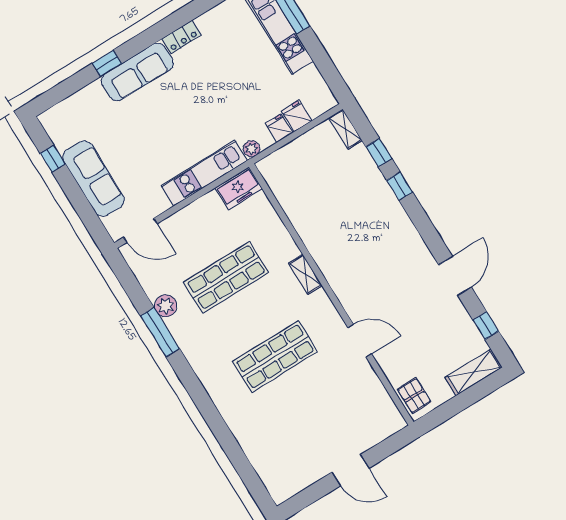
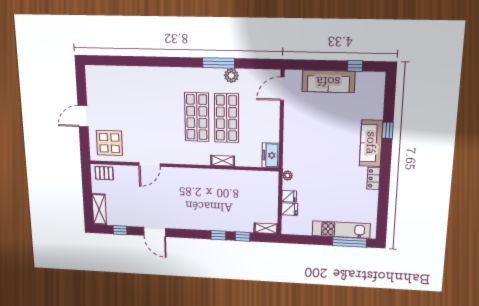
kitchen unit: (204, 173) -> (291, 143), removed
shelving: (305, 274) -> (223, 161), moved
shop shelf: (275, 356) -> (197, 117), moved
display table: (365, 413) -> (109, 143), added

